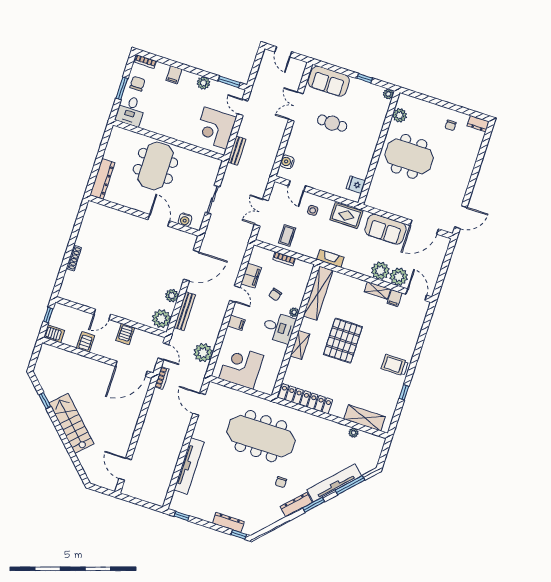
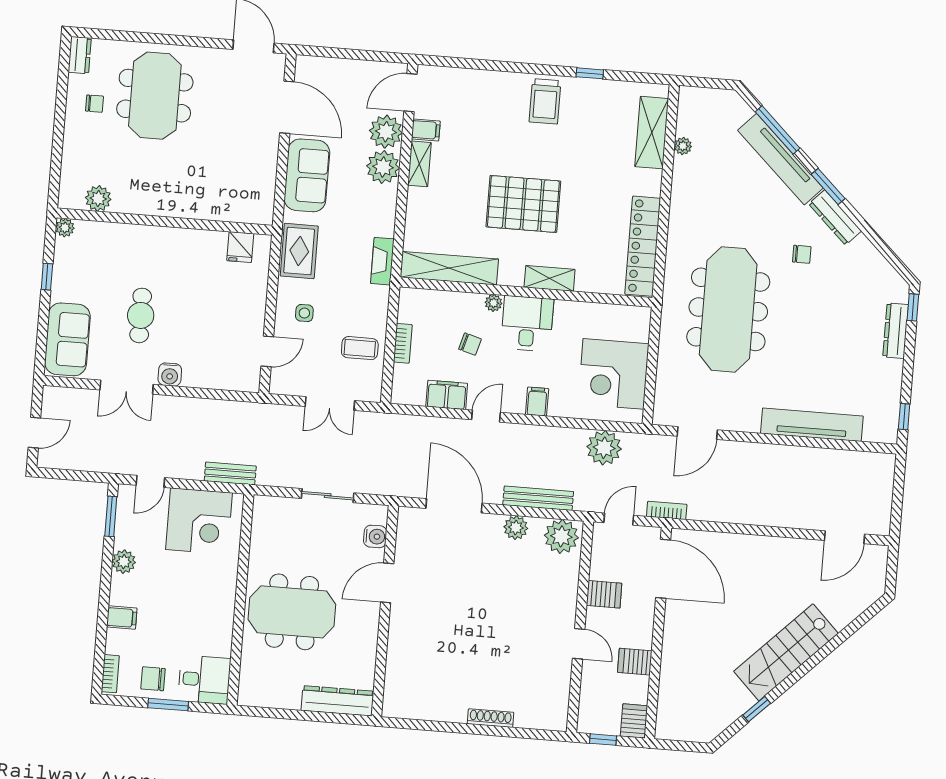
meeting table: (409, 156) -> (155, 96), moved
water cooler: (287, 162) -> (170, 375), moved

